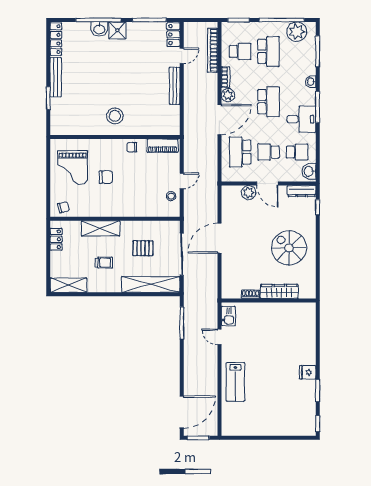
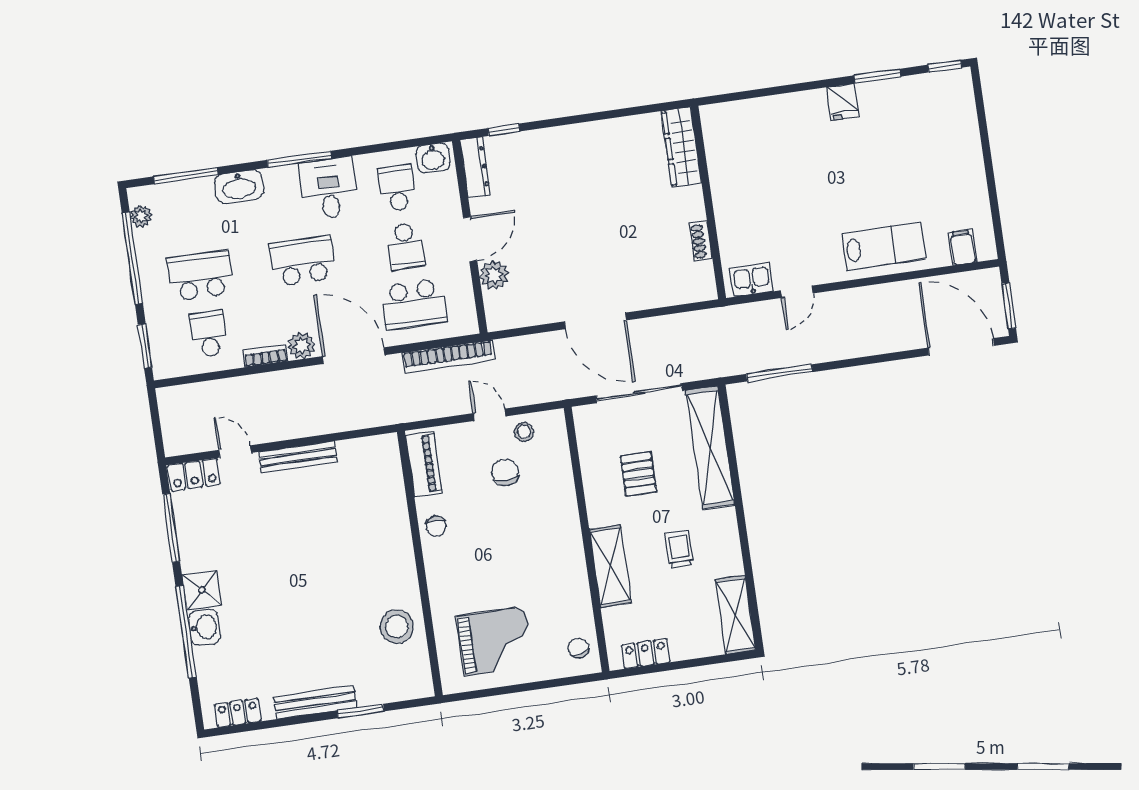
plant: (297, 32) -> (141, 216), width x0.53, depth x0.53
locker: (56, 39) -> (238, 713), width x0.66
bookcase: (213, 50) -> (448, 356), moved
washbasin: (311, 82) -> (239, 187), width x1.91, depth x1.45
stool: (115, 116) -> (397, 626), moved
chair: (106, 177) -> (505, 472), moved
spiral stairs: (289, 248) -> (595, 176), removed
wardrobe: (279, 291) -> (681, 147), moved
filing cabinet: (229, 420) -> (962, 247), added

